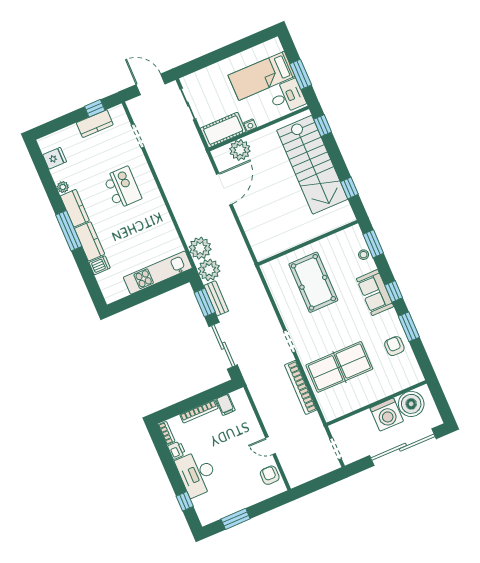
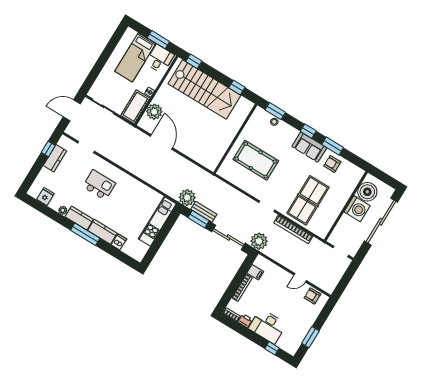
plant: (200, 248) -> (259, 241), moved
sofa: (375, 293) -> (309, 147), moved

